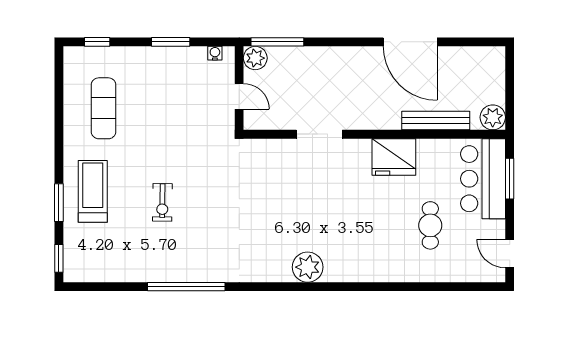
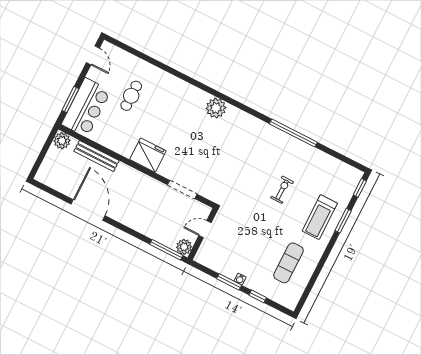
window: (97, 42) -> (258, 296), moved
water cooler: (215, 53) -> (240, 279), moved
door: (239, 96) -> (205, 229), hinge flipped
doorway: (319, 134) -> (182, 189), moved
fridge: (394, 157) -> (148, 155), moved

